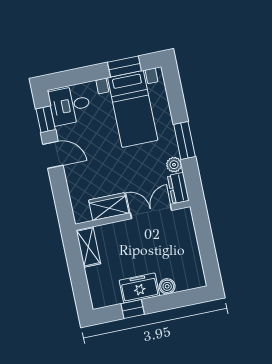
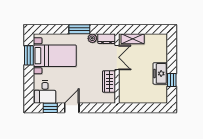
double door: (151, 212) -> (117, 57), swing flipped
shelving: (88, 247) -> (133, 39), moved
boiler: (167, 286) -> (163, 57), removed

